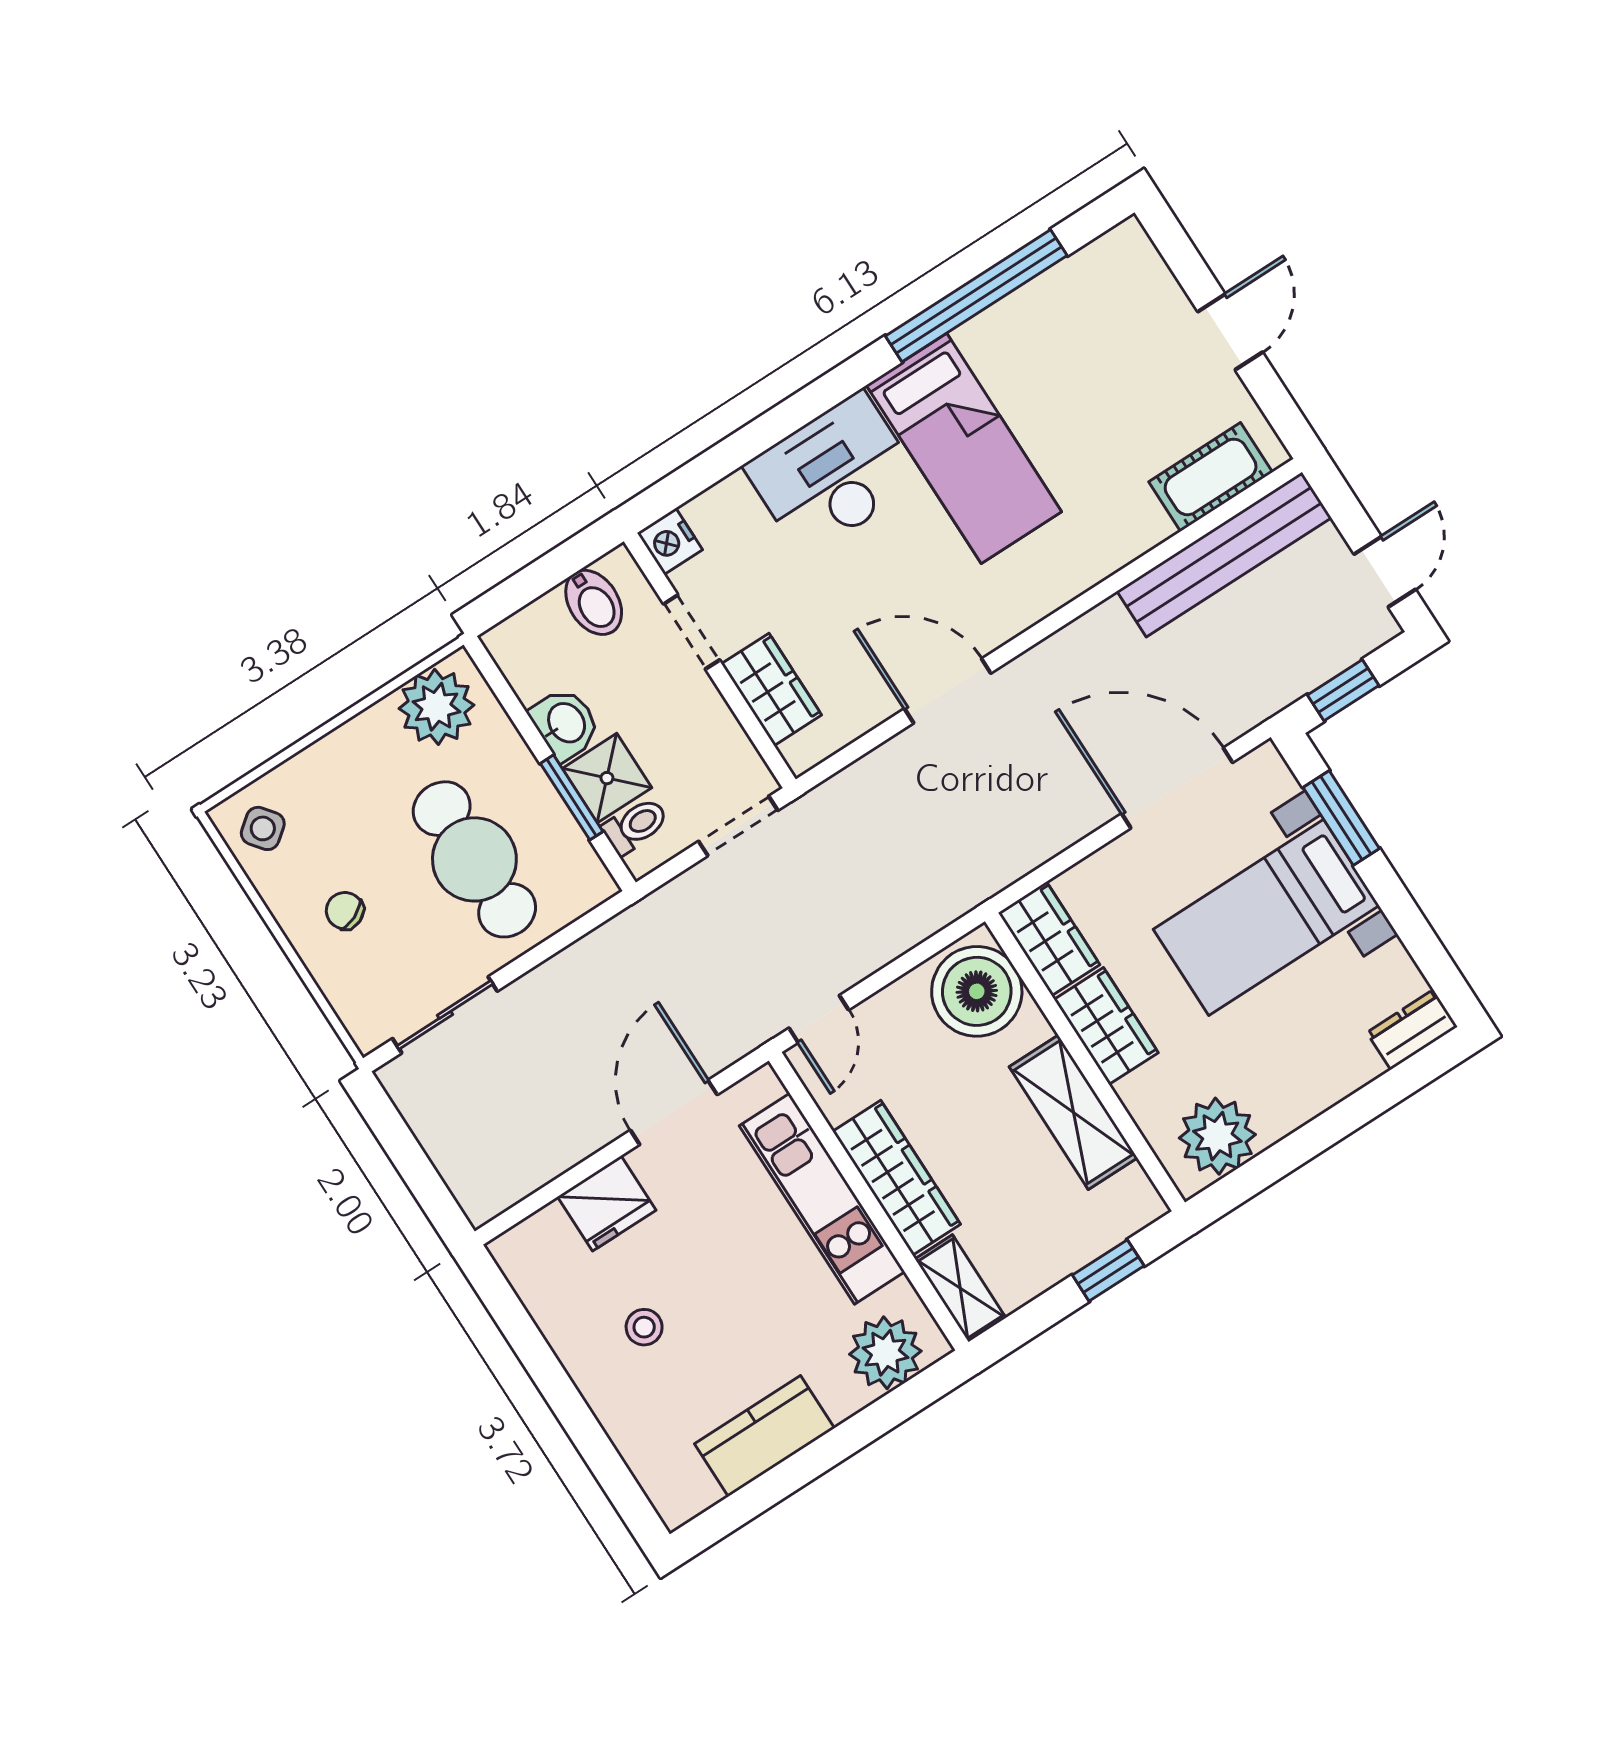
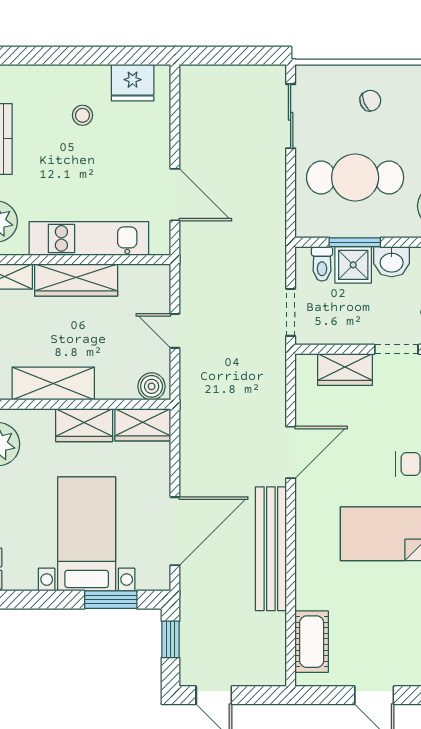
bench: (1224, 554) -> (271, 549), moved
boiler: (977, 991) -> (152, 386), width x0.54, depth x0.54
door: (819, 1019) -> (175, 331), moved
fridge: (607, 1203) -> (133, 83), moved, turned -90

